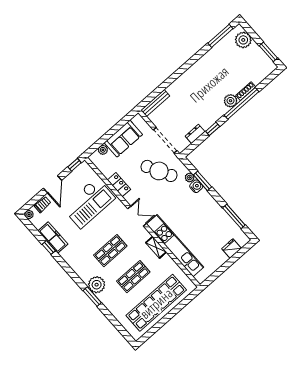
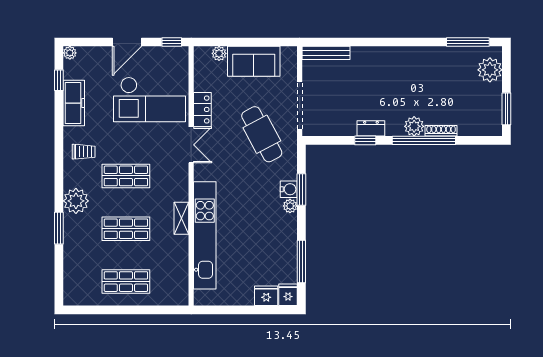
dresser: (195, 134) -> (371, 128), moved
plant: (190, 177) -> (290, 206), moved
trolley: (43, 204) -> (84, 152), moved
double door: (137, 216) -> (191, 145), moved
fridge: (242, 239) -> (288, 295), added
window: (49, 248) -> (59, 80), moved
window: (92, 297) -> (59, 228), moved
shop shelf: (156, 303) -> (126, 282), width x0.50, depth x0.74

